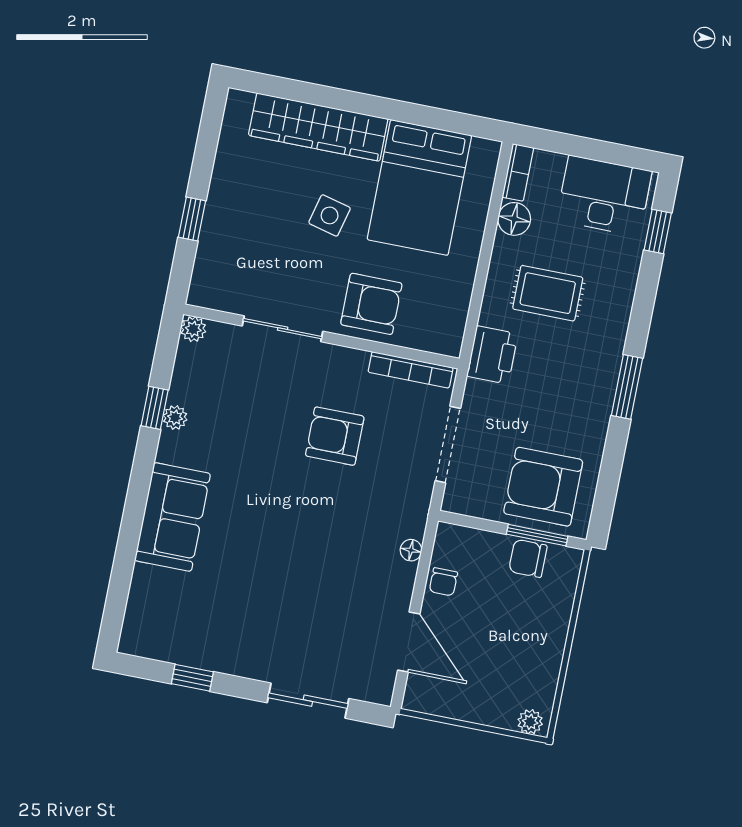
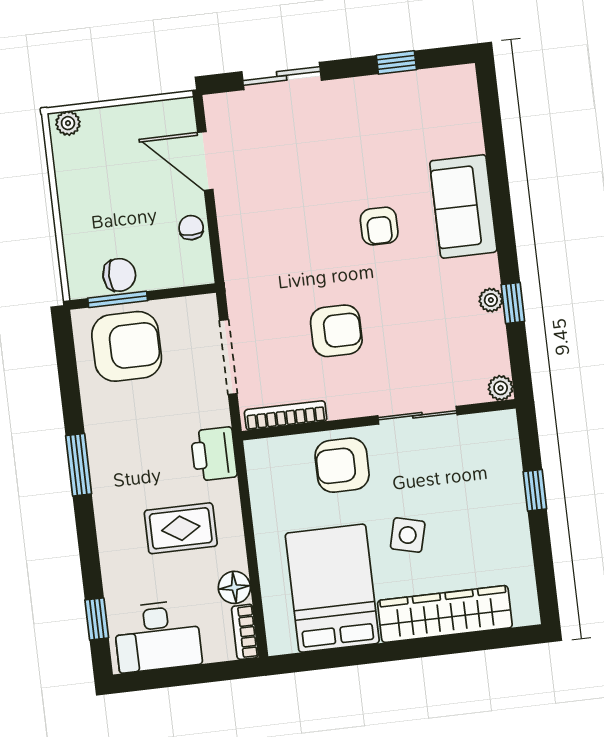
armchair: (260, 524) -> (379, 226), added
floor lamp: (411, 550) -> (231, 247), removed

